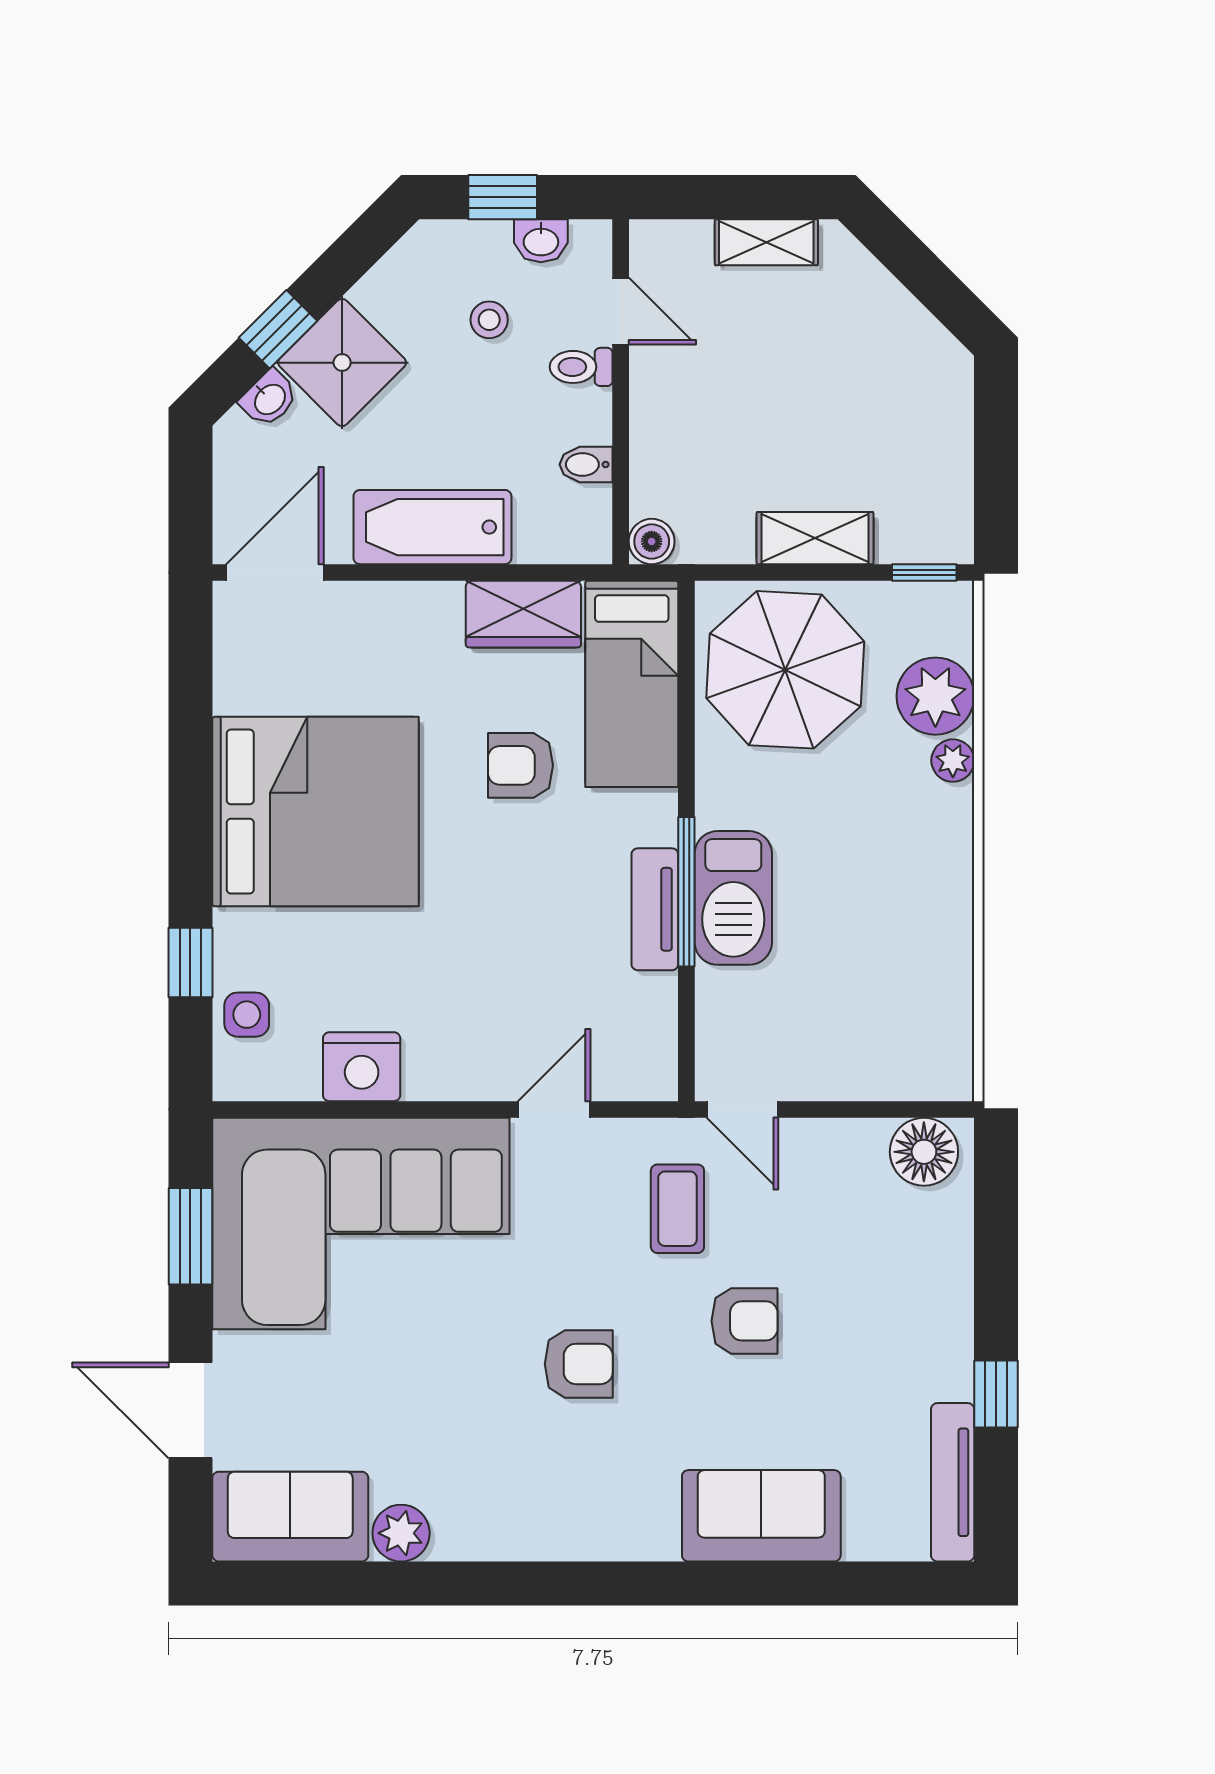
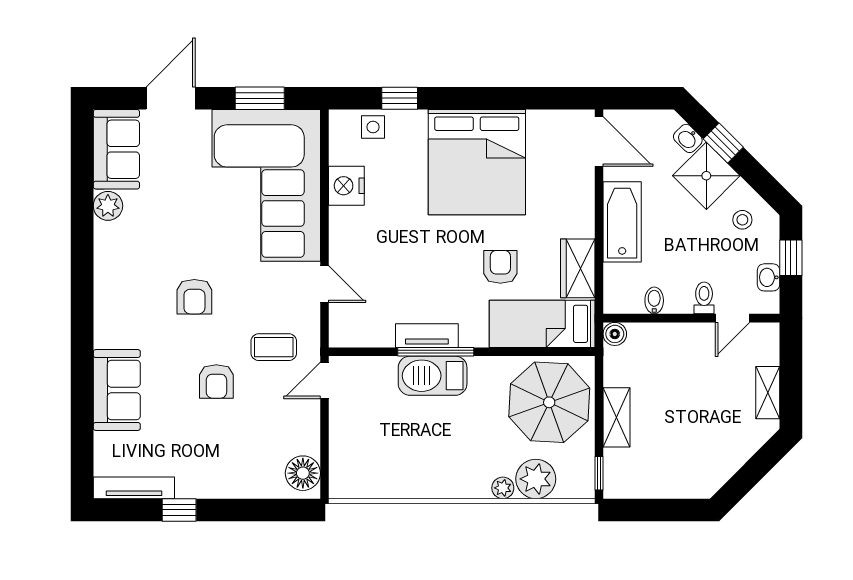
stool: (489, 320) -> (742, 220), moved

